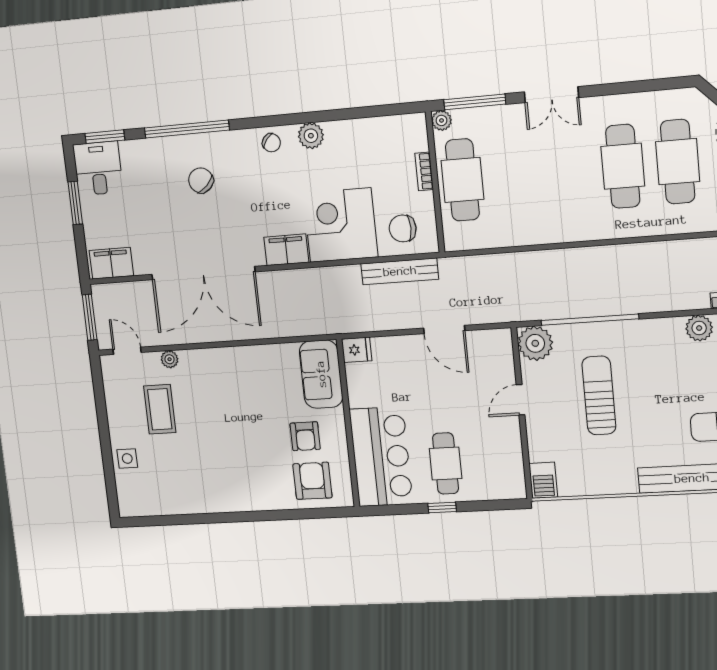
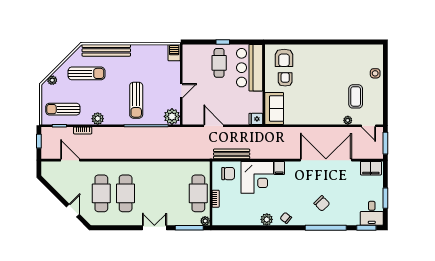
filing cabinet: (286, 250) -> (279, 168), width x0.50
sun lounger: (599, 395) -> (136, 100), moved

